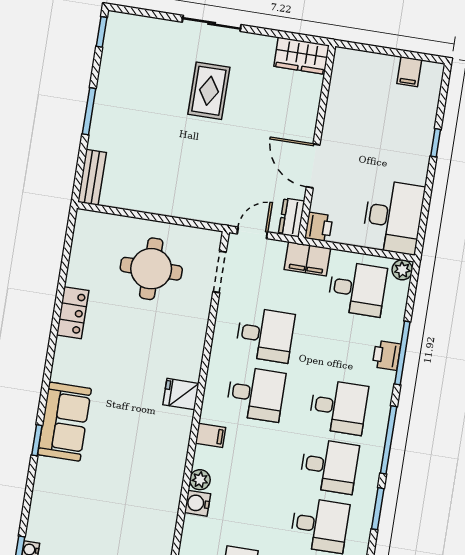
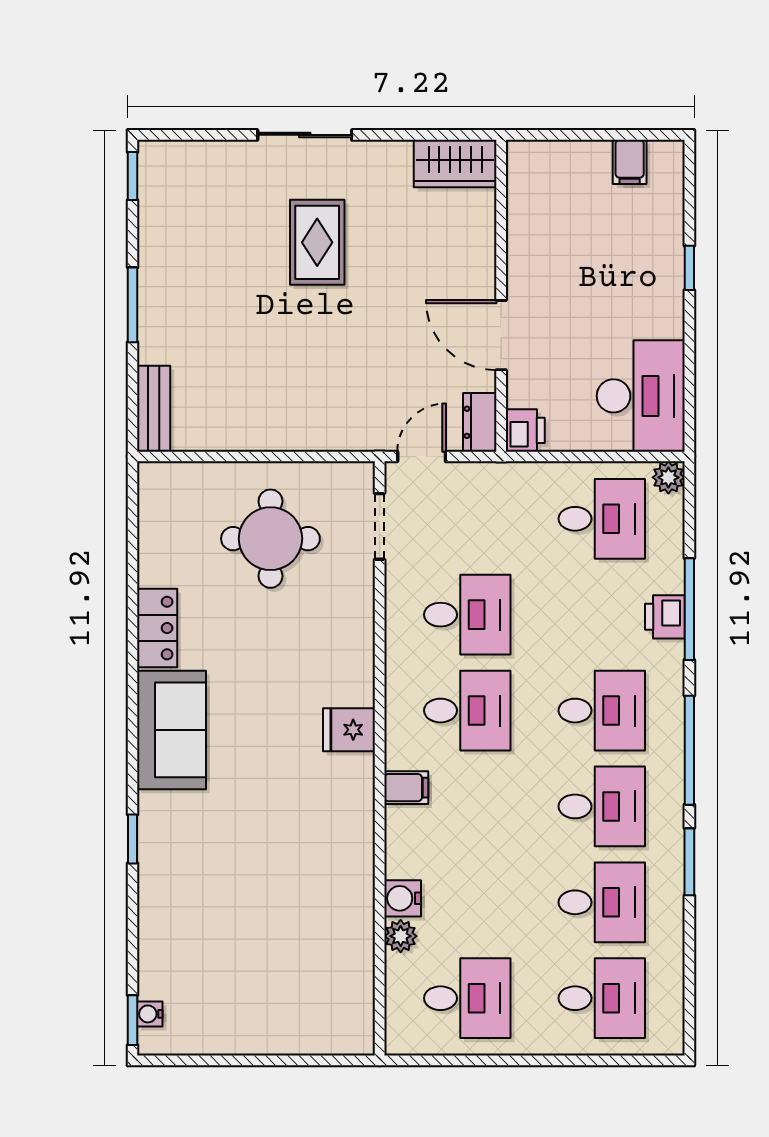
filing cabinet: (307, 259) -> (515, 484), removed
sofa: (64, 422) -> (172, 730), moved
plant: (200, 480) -> (401, 936), moved

